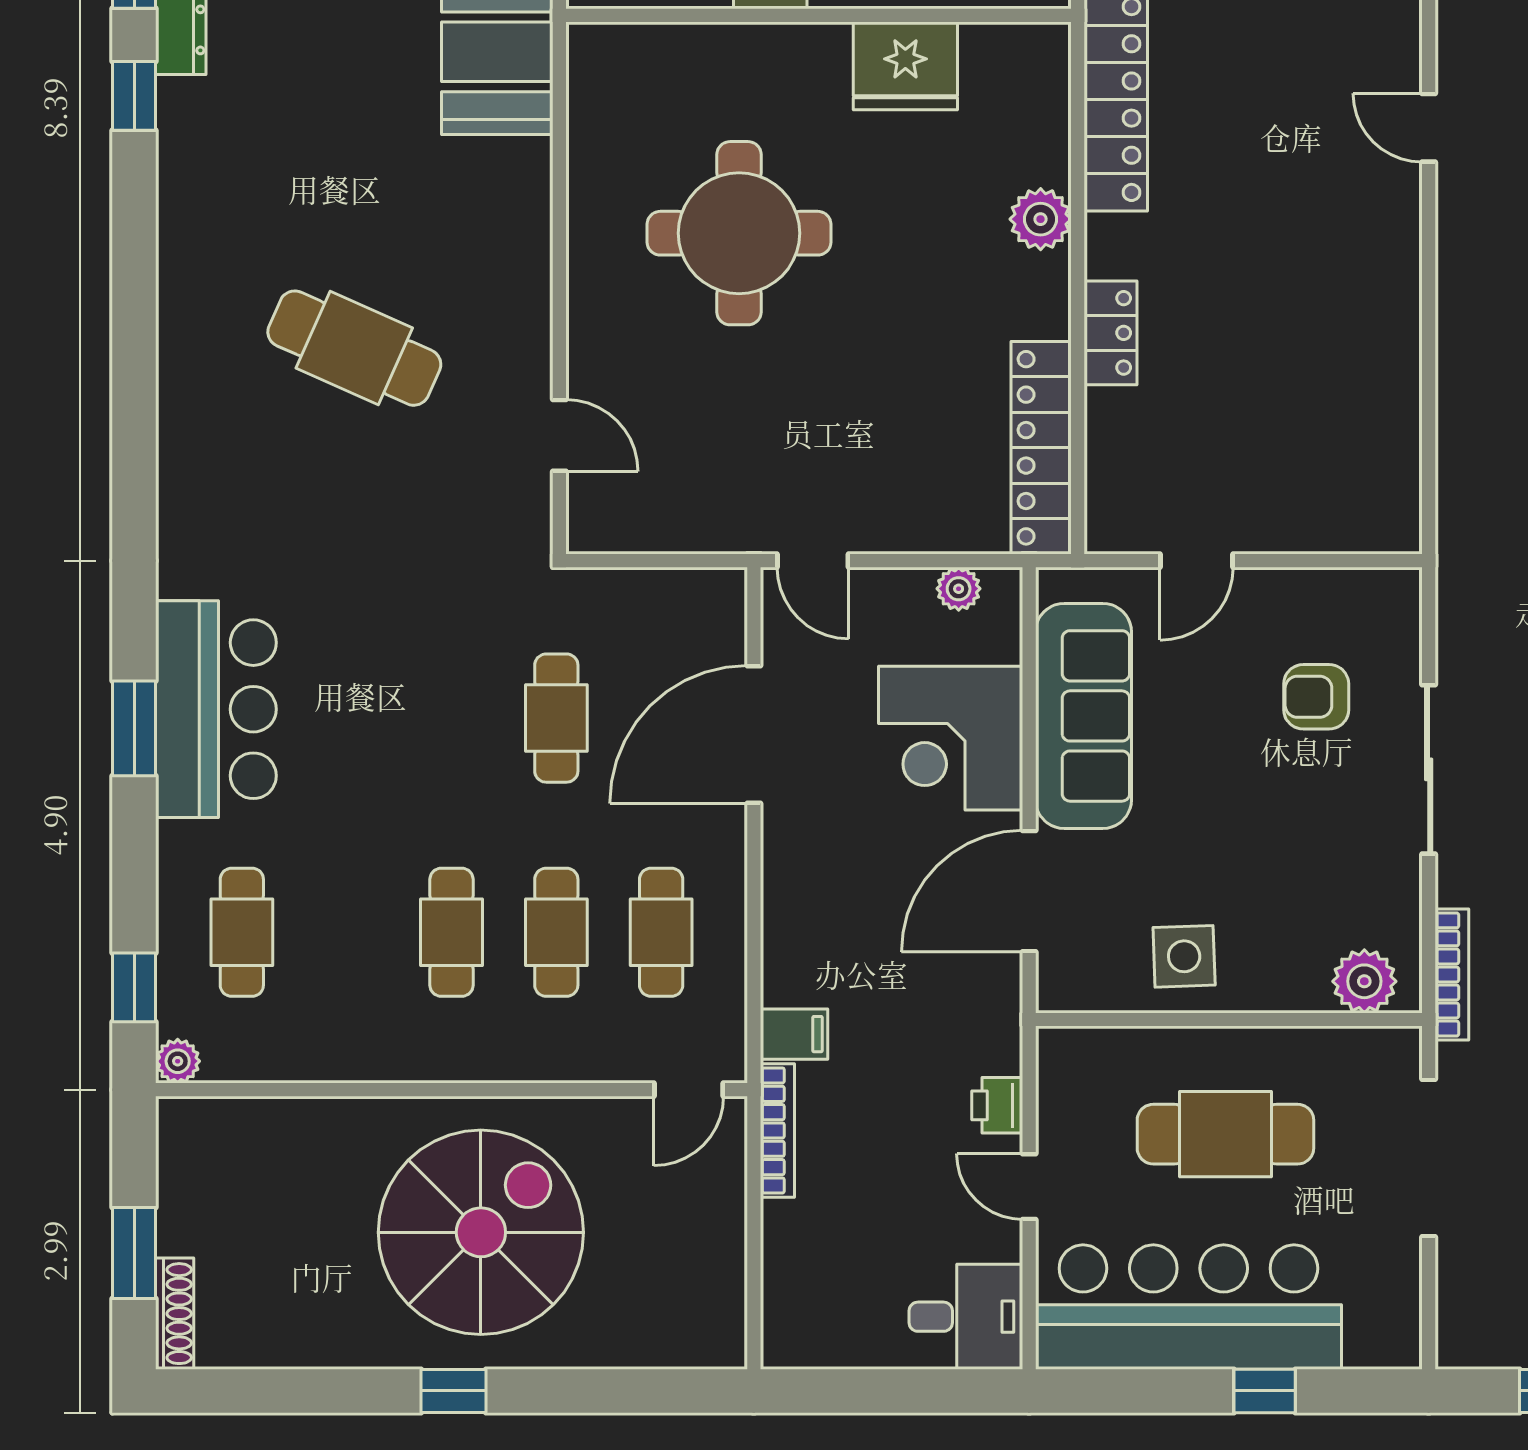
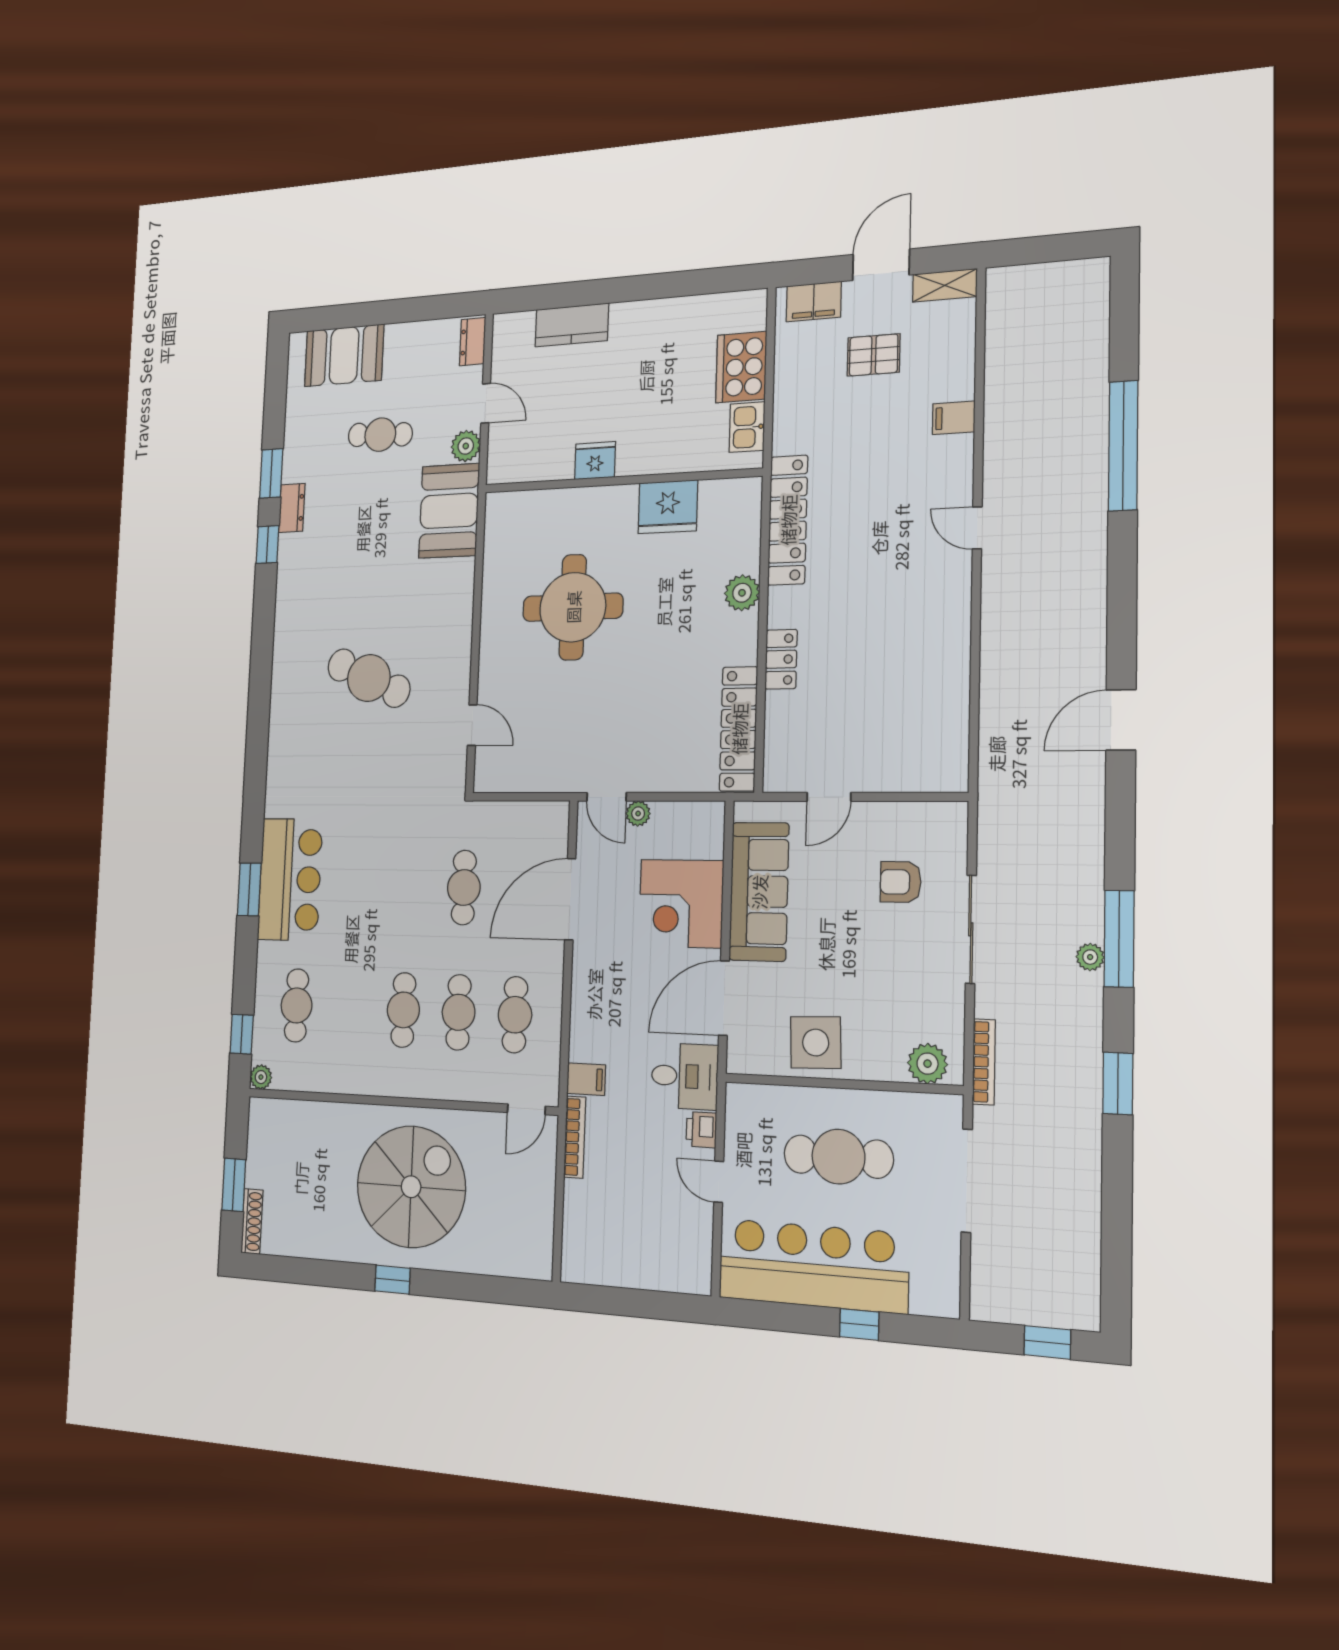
plant: (959, 589) -> (638, 813), moved
side table: (1184, 956) -> (816, 1043), width x1.37, depth x1.37
desk: (966, 1317) -> (685, 1076), moved

